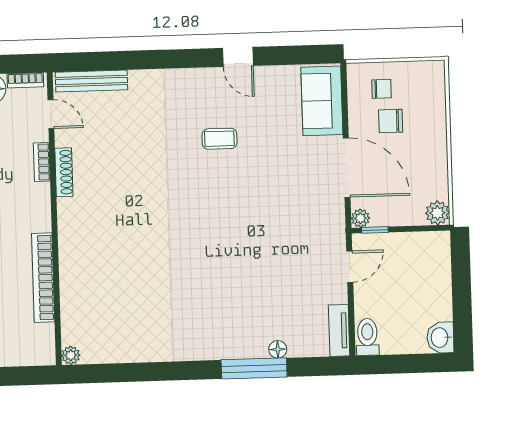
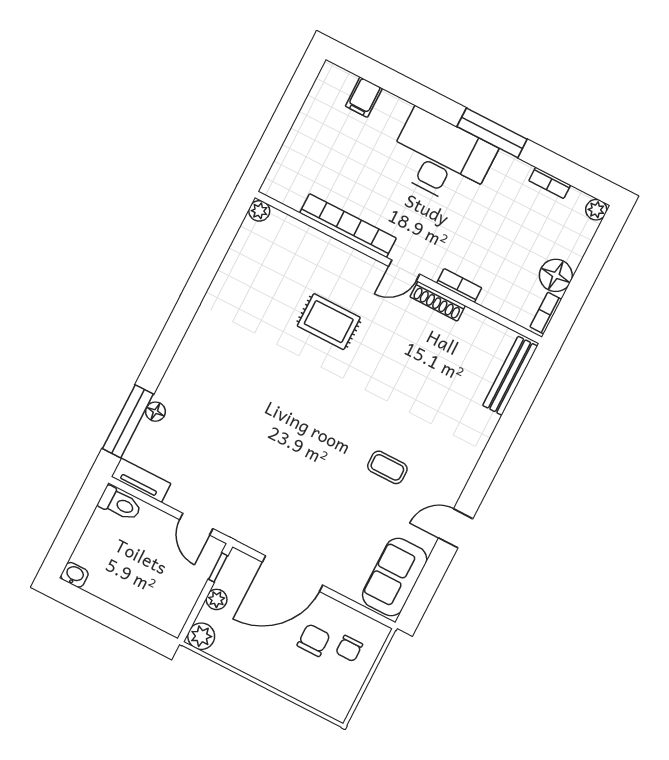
sofa: (322, 101) -> (395, 577), moved, turned -90
door: (51, 114) -> (404, 270), moved
coffee table: (219, 139) -> (387, 467), turned 90
plant: (360, 218) -> (217, 599), moved
rug: (129, 250) -> (329, 322), added
washbasin: (440, 338) -> (74, 575), width x0.72, depth x0.69
window: (254, 368) -> (128, 421), moved

